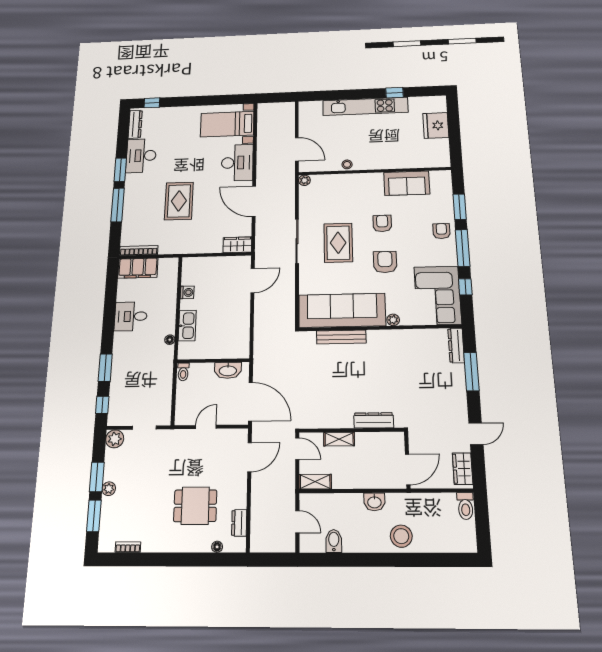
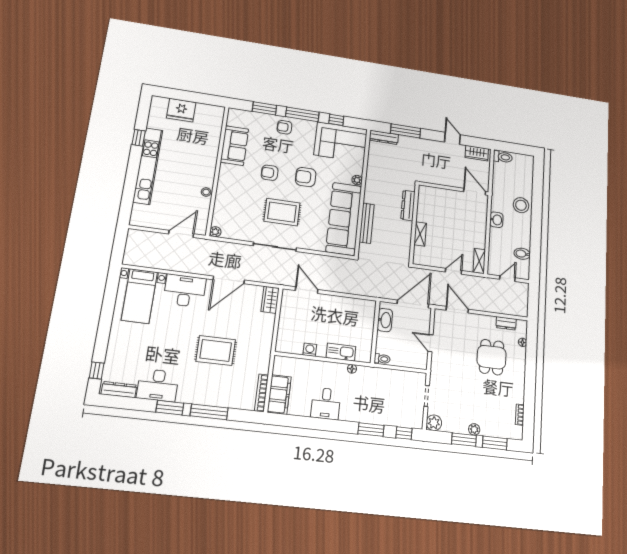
dresser: (374, 420) -> (408, 205), moved
wall: (351, 430) -> (414, 224), moved
shelving: (339, 439) -> (420, 234), moved

